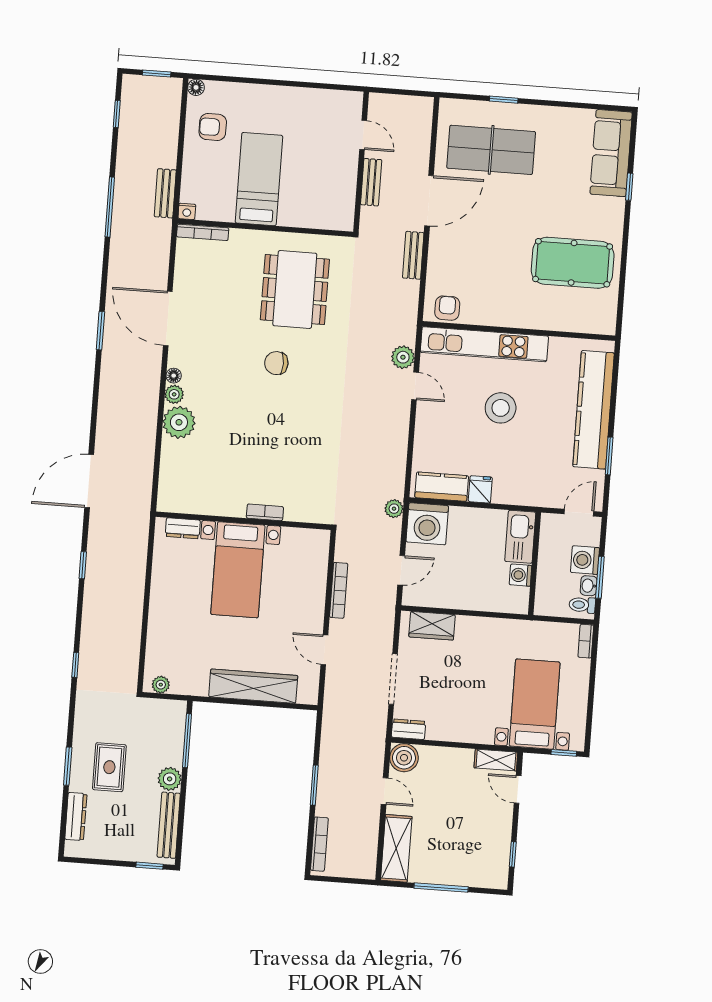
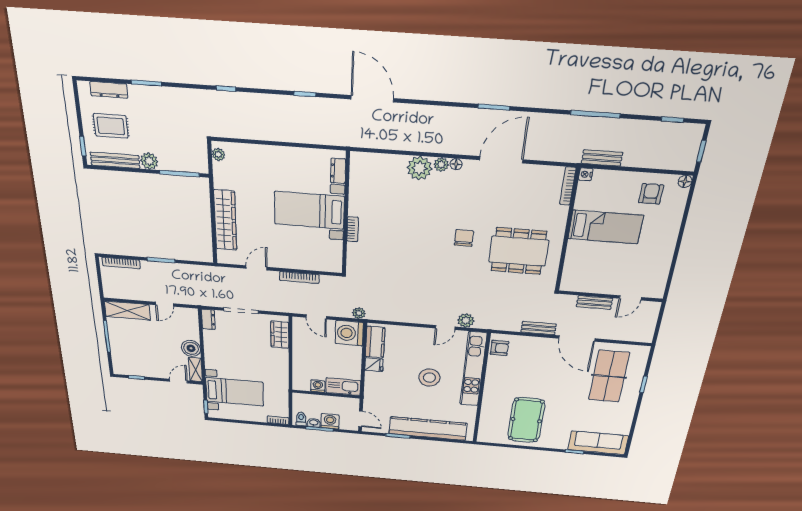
boiler: (404, 758) -> (191, 348), moved
rug: (109, 767) -> (111, 126), moved

